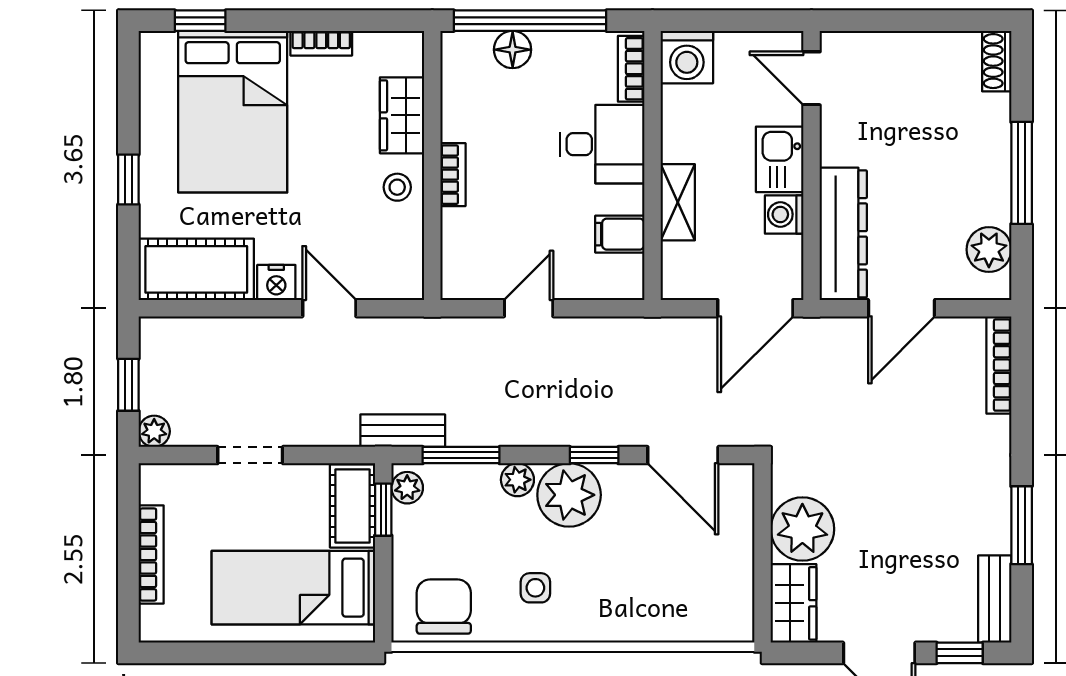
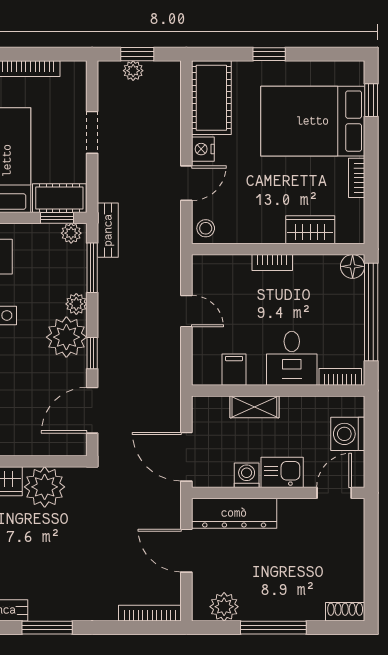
floor lamp: (513, 50) -> (353, 266), moved
washing machine: (687, 57) -> (348, 434), moved
stool: (397, 187) -> (206, 228), moved
plant: (154, 431) -> (133, 71), moved

